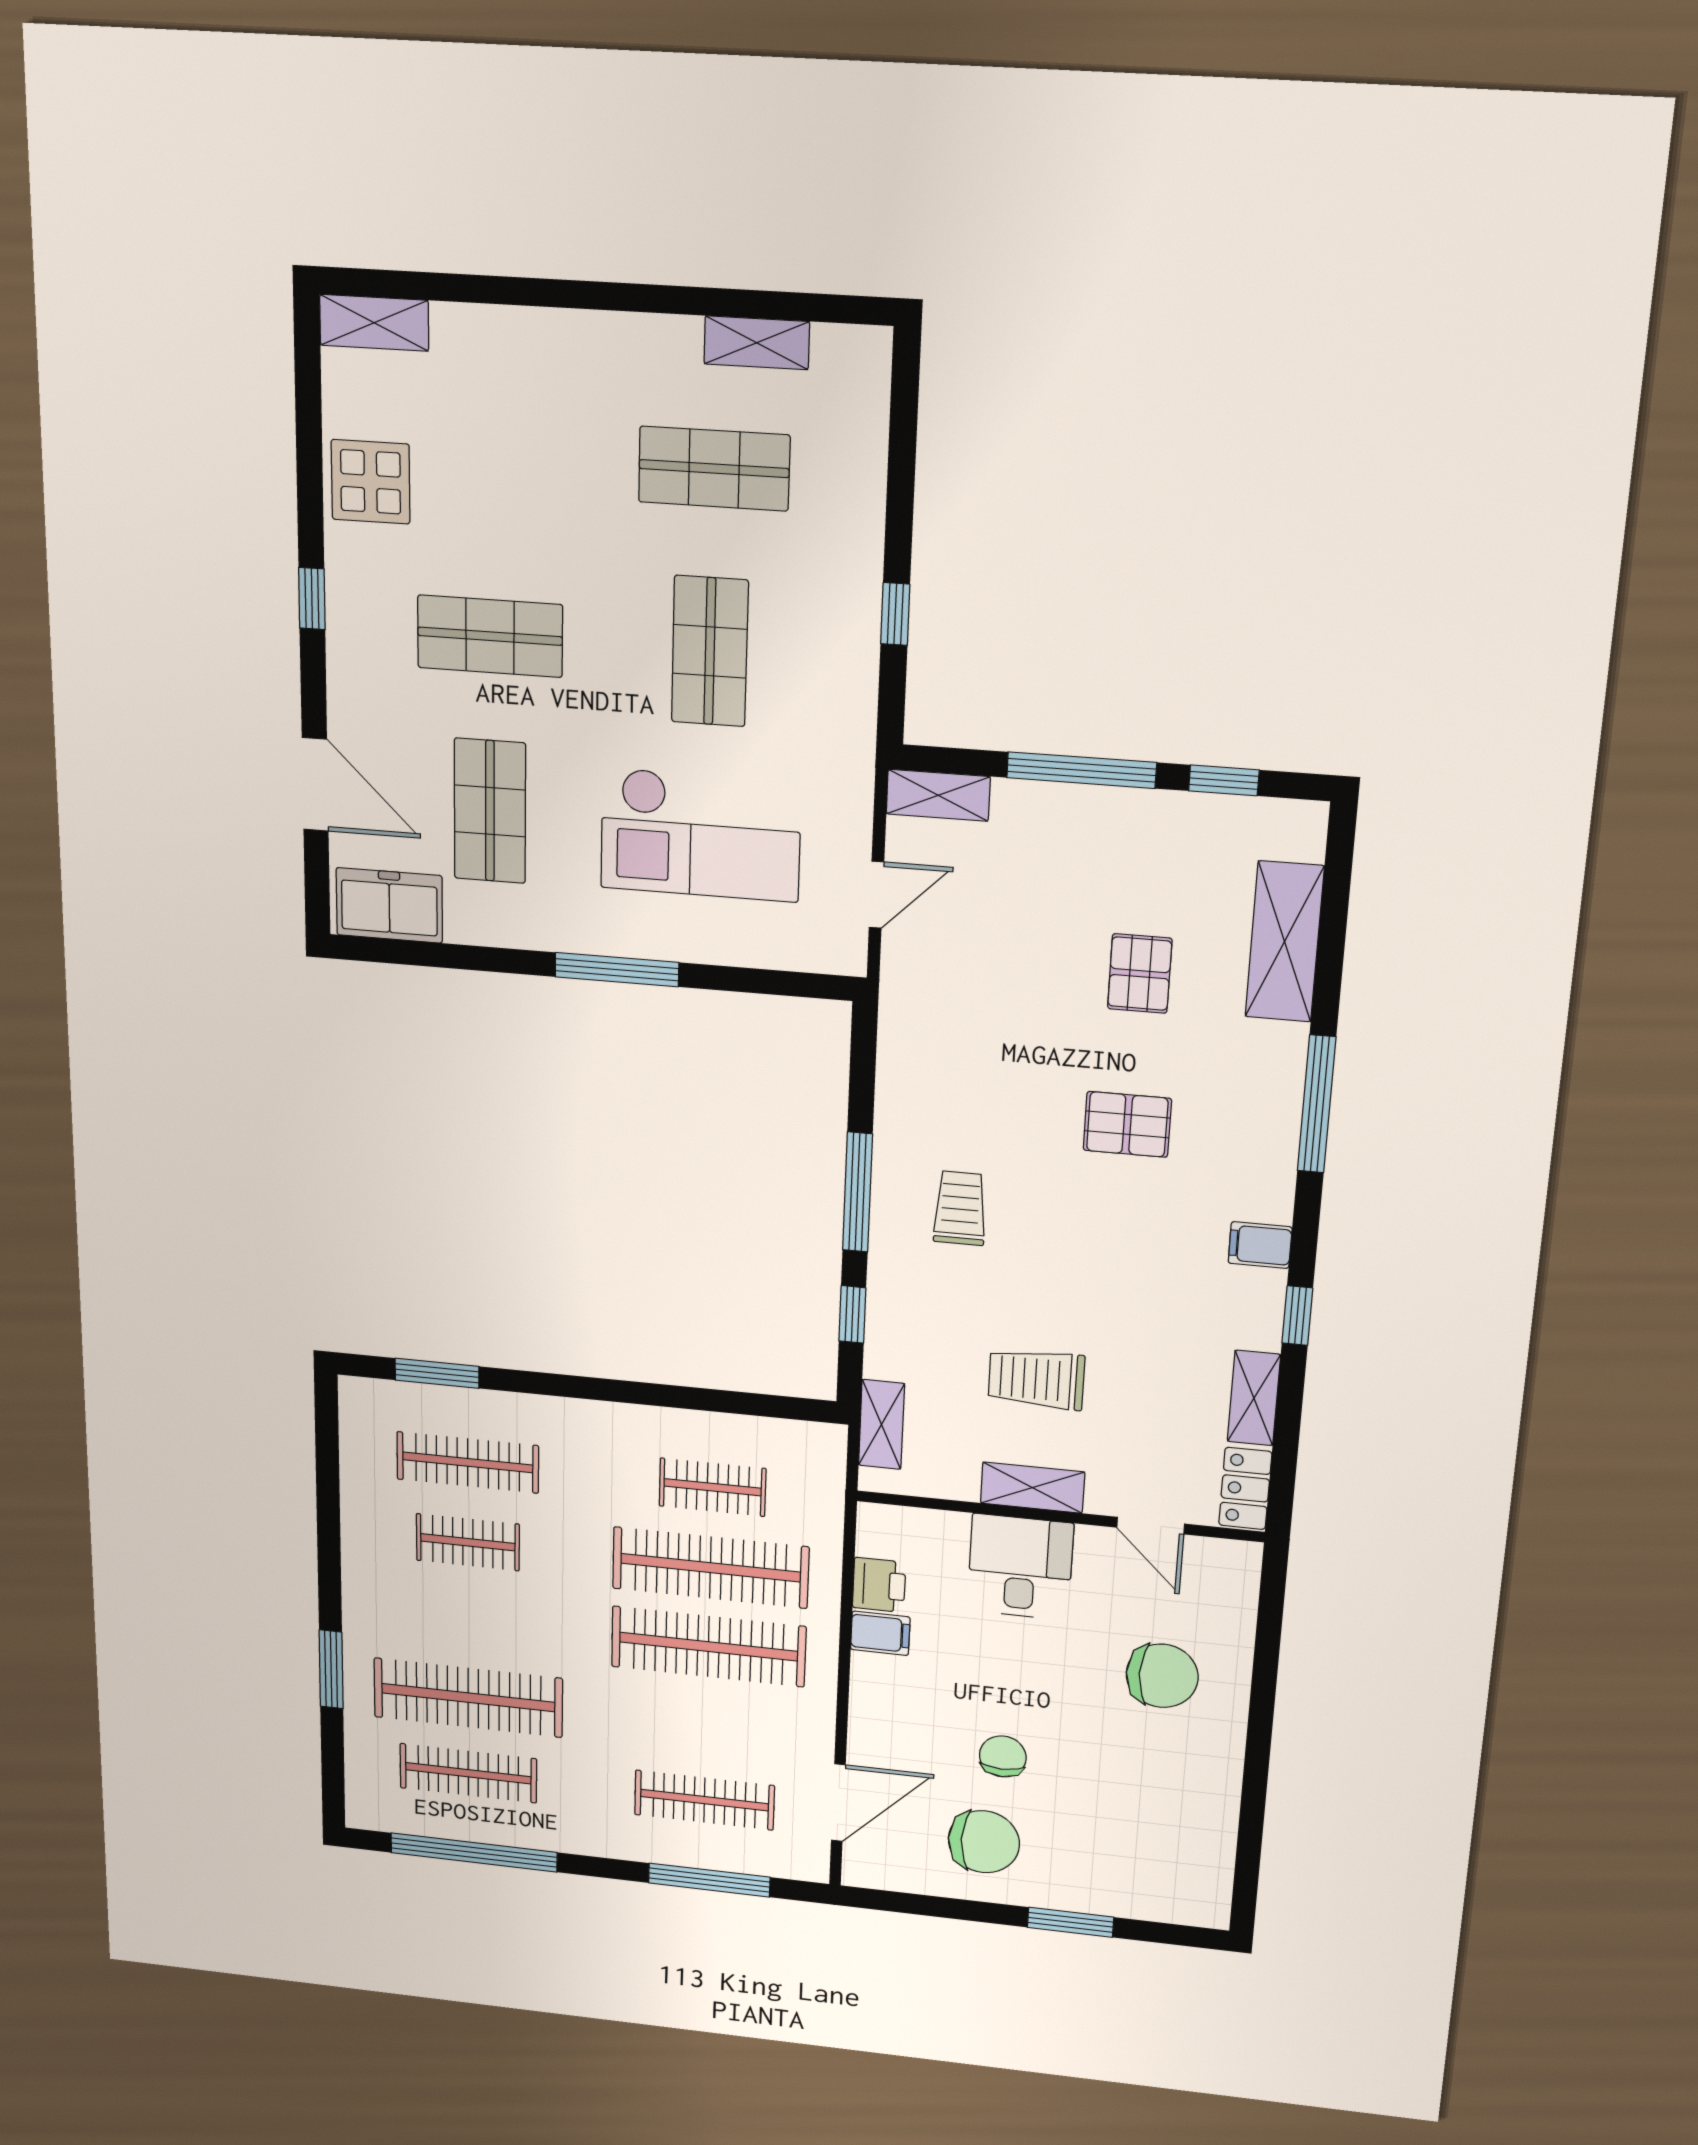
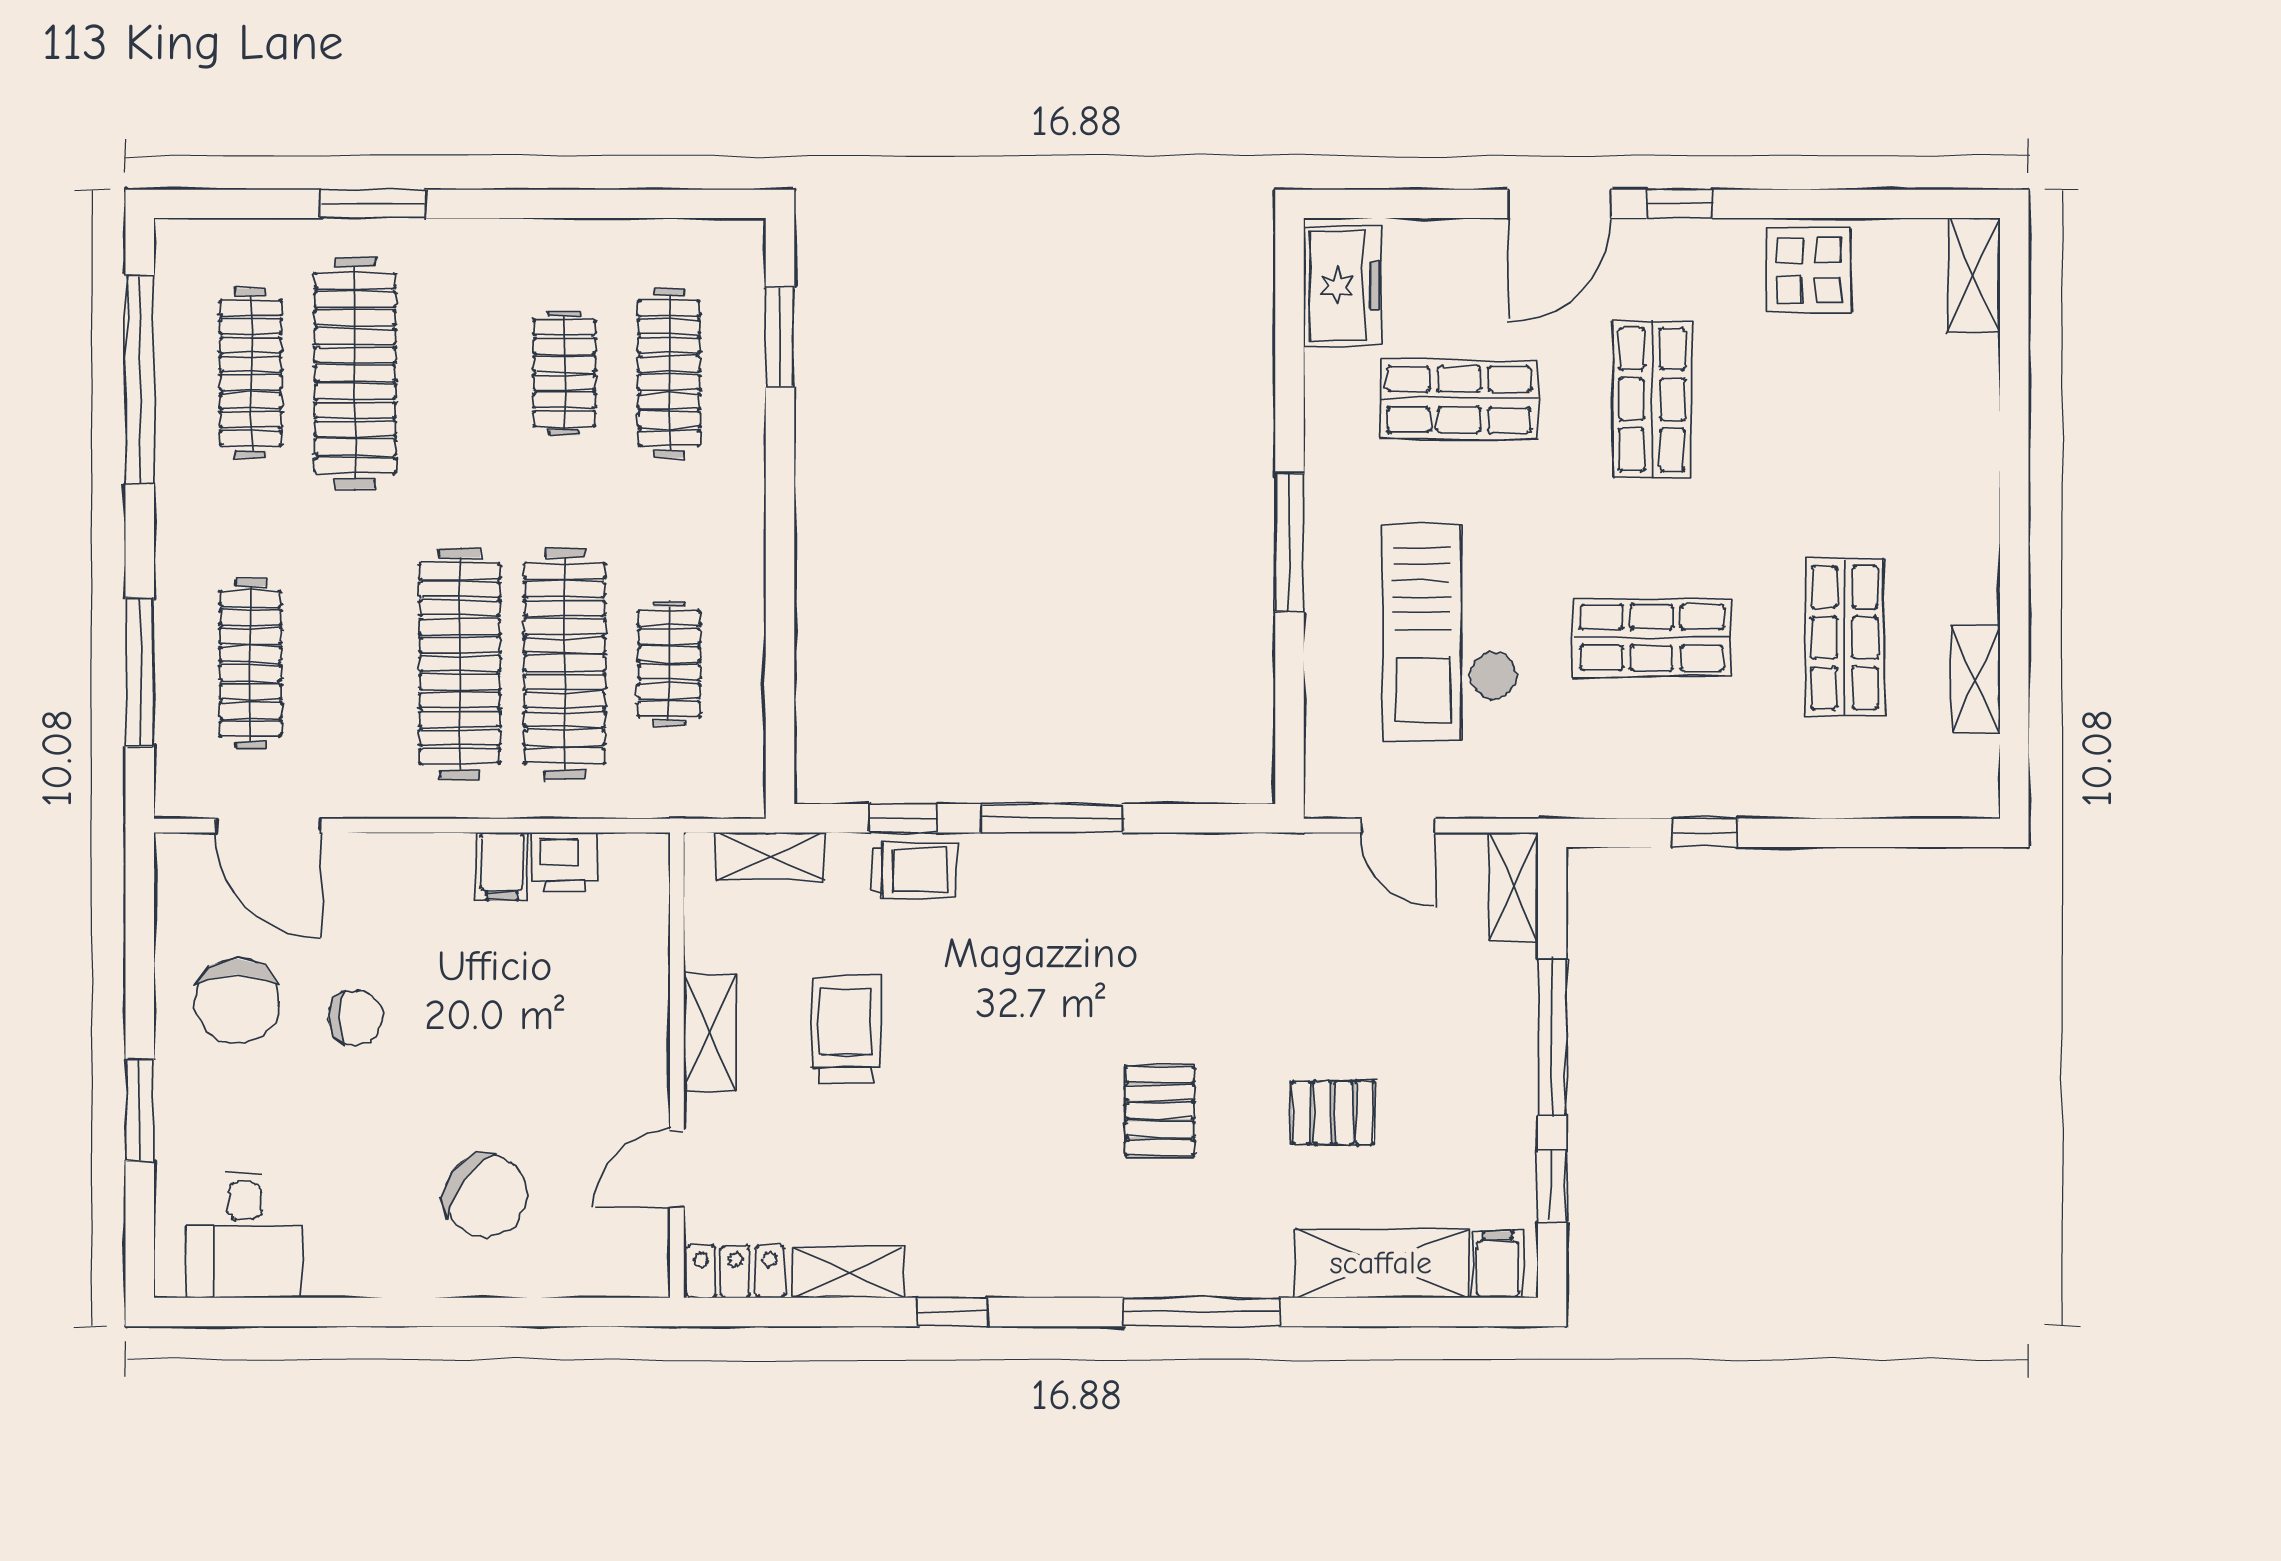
door: (315, 784) -> (1560, 204), moved
trolley: (960, 1208) -> (913, 870), moved
filing cabinet: (1260, 1245) -> (1498, 1265), moved
desk: (1020, 1567) -> (244, 1235), moved, turned 90
chair: (1162, 1676) -> (486, 1196), turned -54

